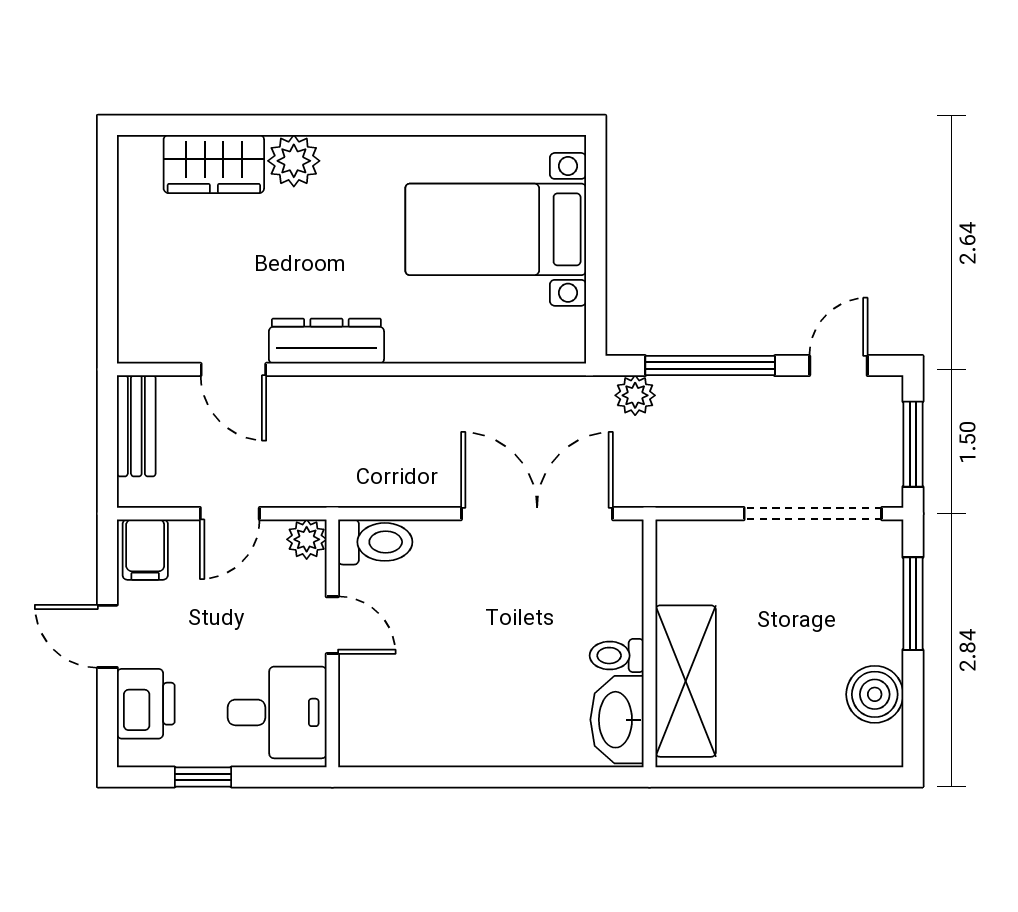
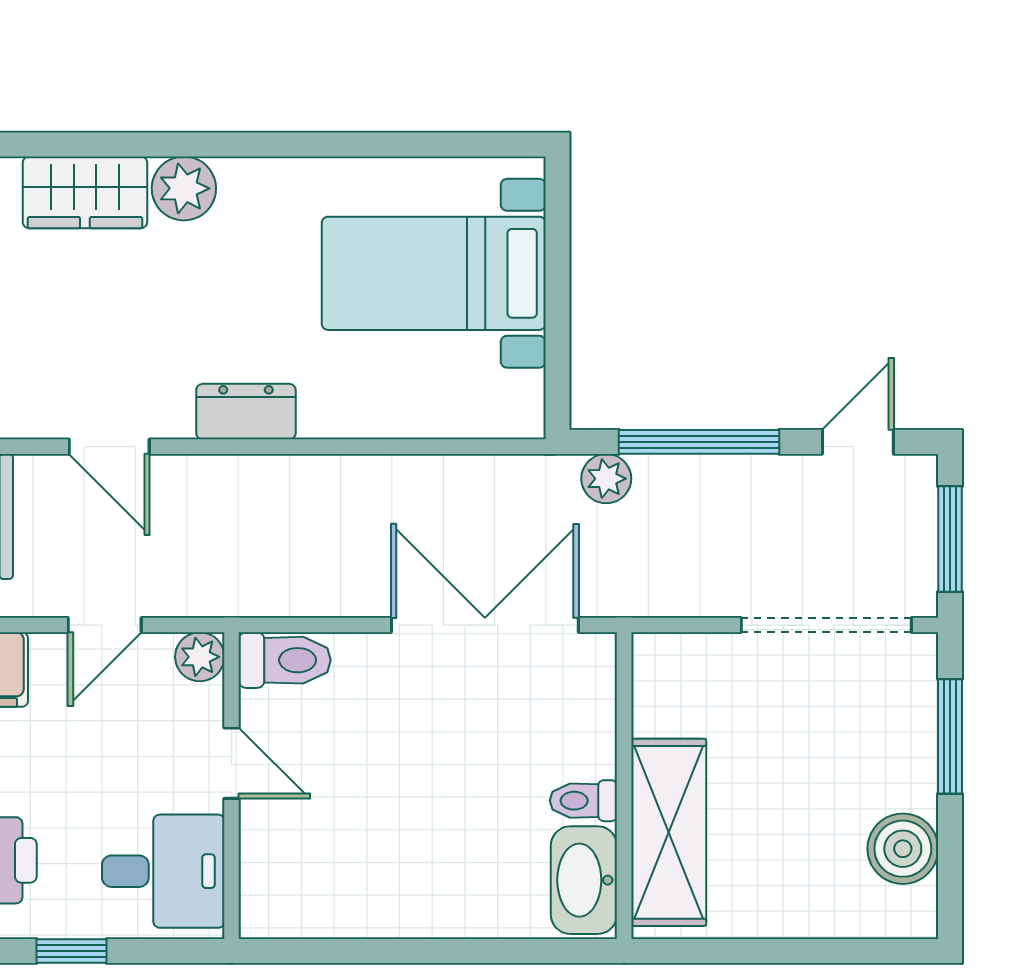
dresser: (326, 341) -> (246, 412), width x0.70

